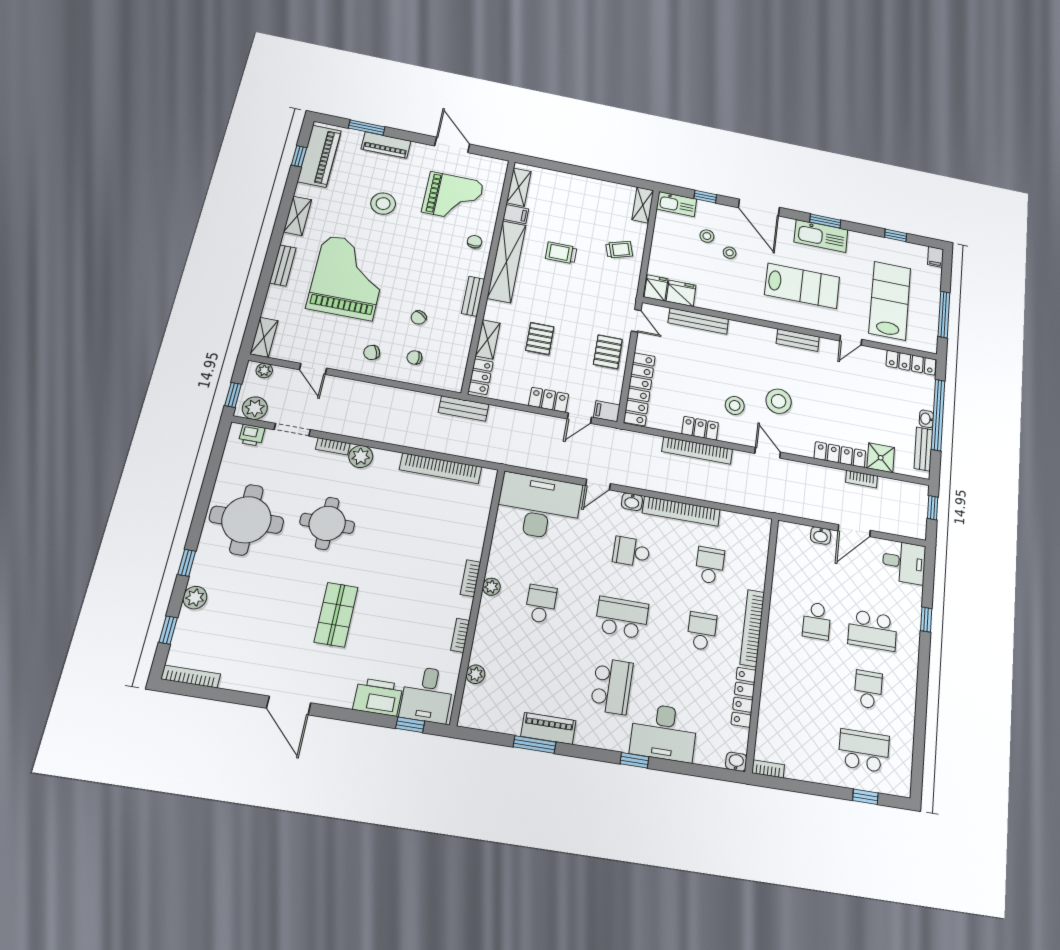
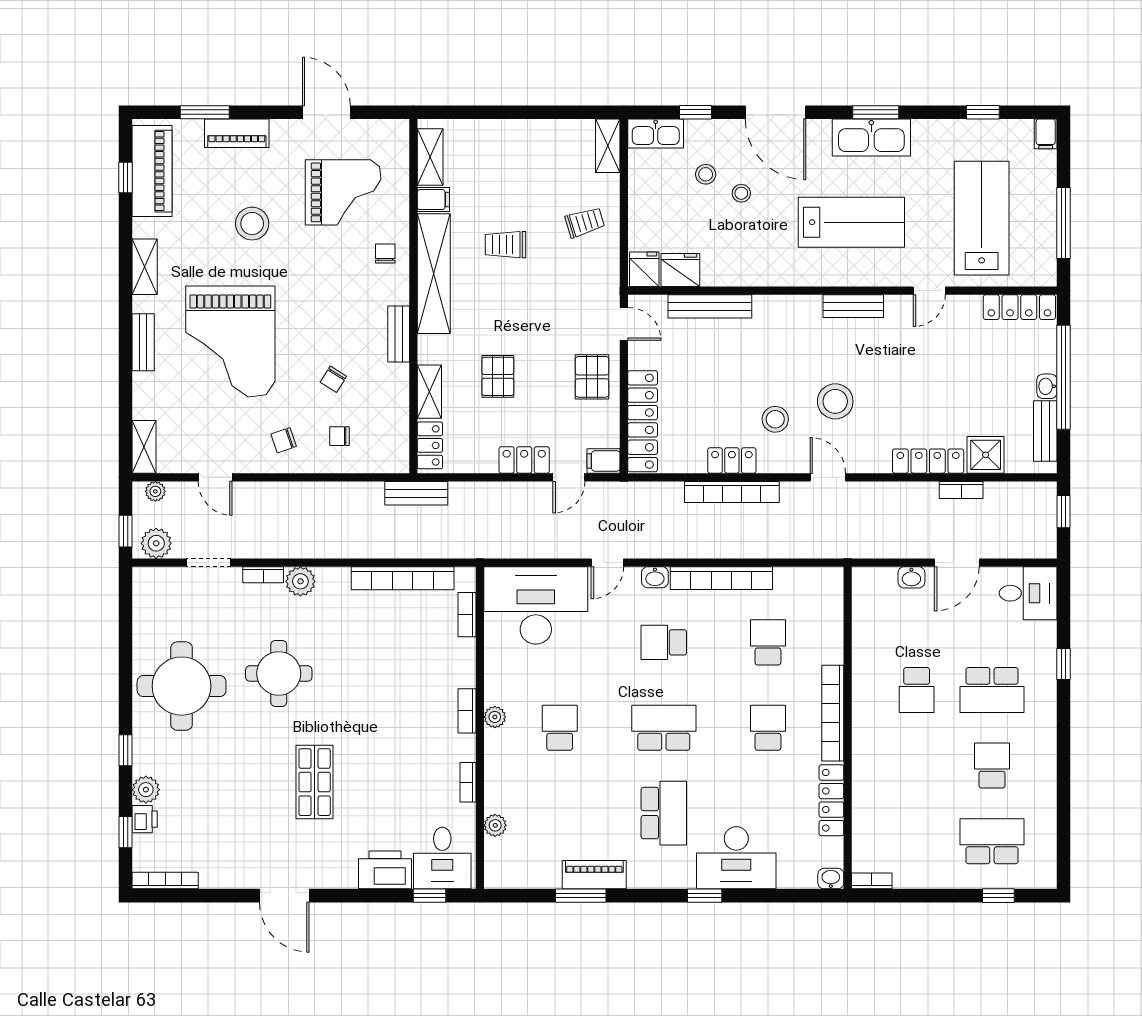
grand piano: (348, 277) -> (230, 341), turned 180
printer: (252, 435) -> (145, 819), moved, turned -90
bookcase: (485, 504) -> (467, 615), added

